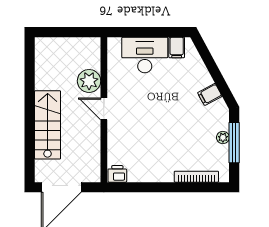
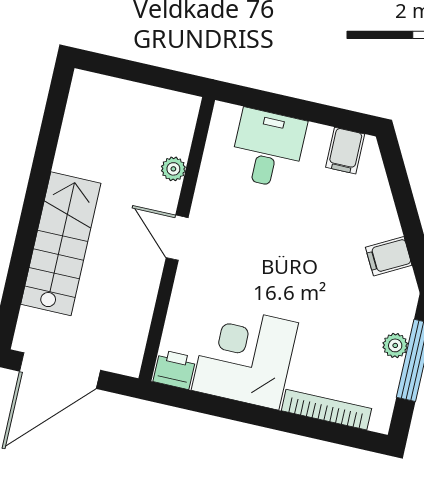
desk: (145, 55) -> (268, 149), width x0.73
plant: (89, 81) -> (173, 169), width x0.53, depth x0.53
corner desk: (150, 160) -> (245, 357), added

